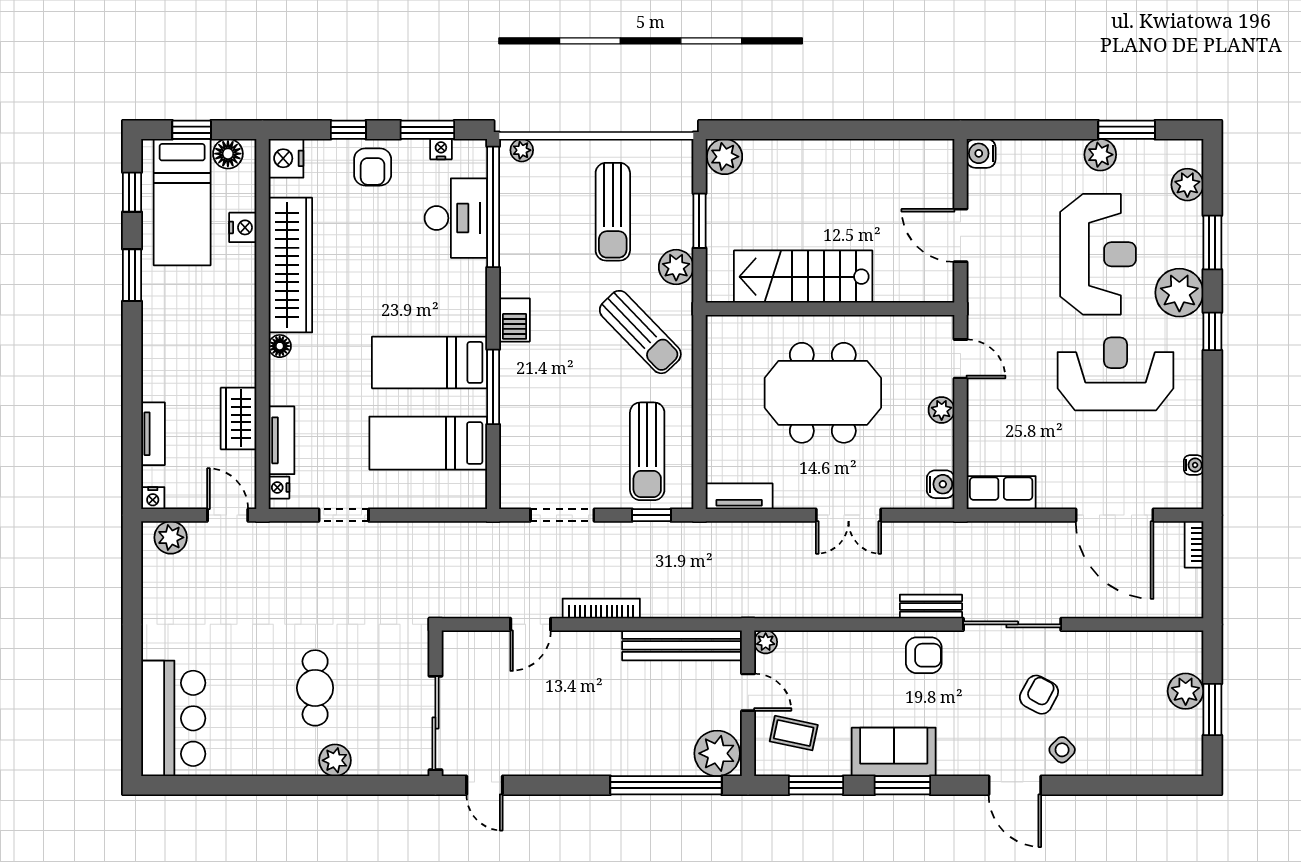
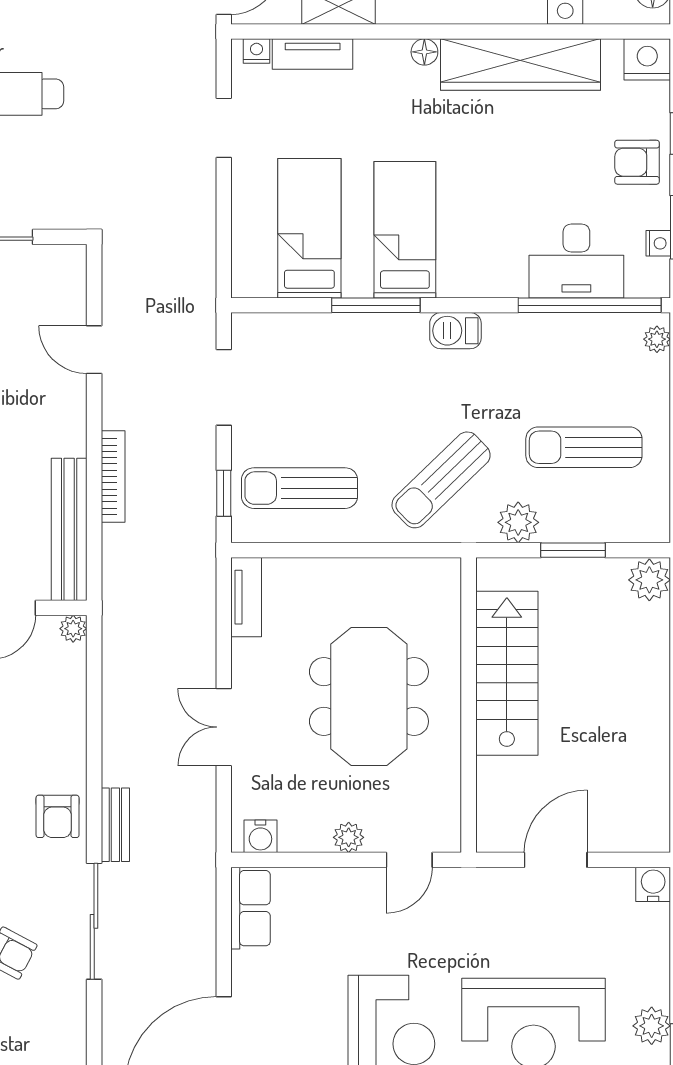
bookcase: (601, 608) -> (113, 477), moved

